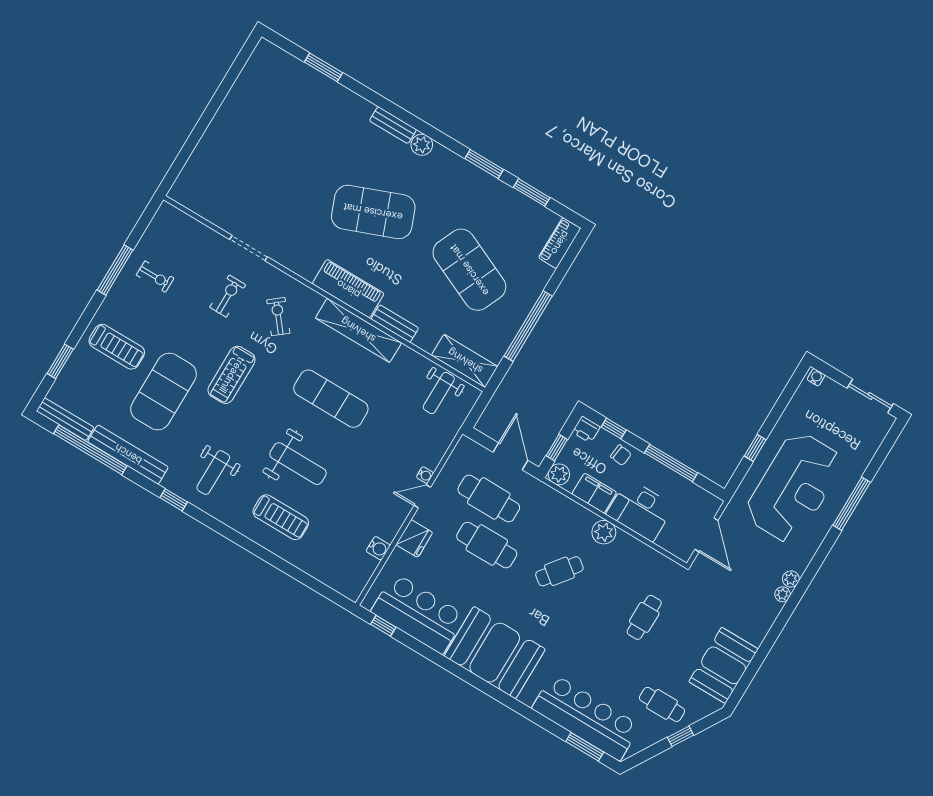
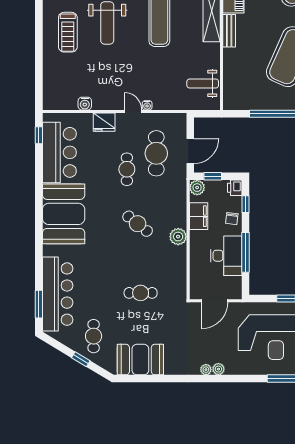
shelving: (465, 361) -> (232, 87), removed
desk: (640, 510) -> (226, 256), moved, turned 180
cafe table: (487, 545) -> (127, 169), width x0.73, depth x0.74

